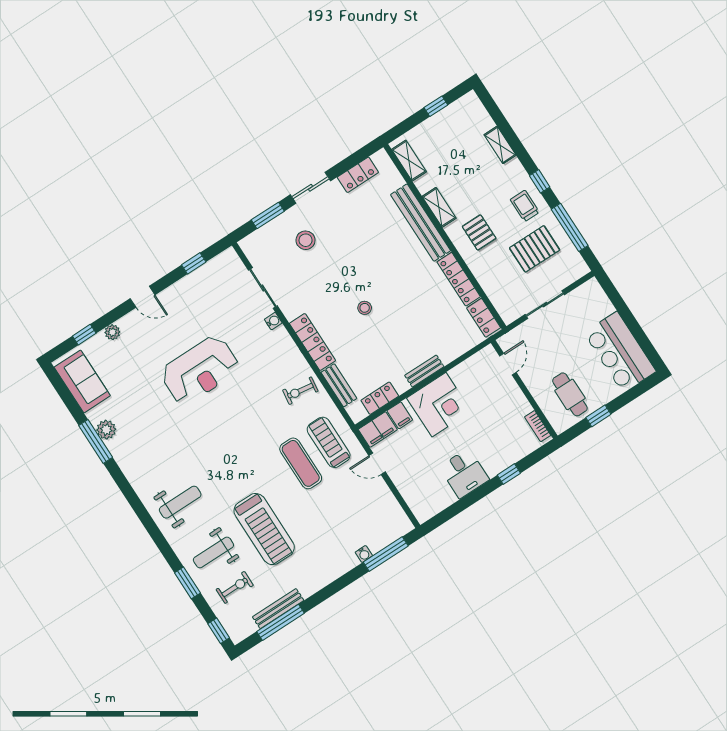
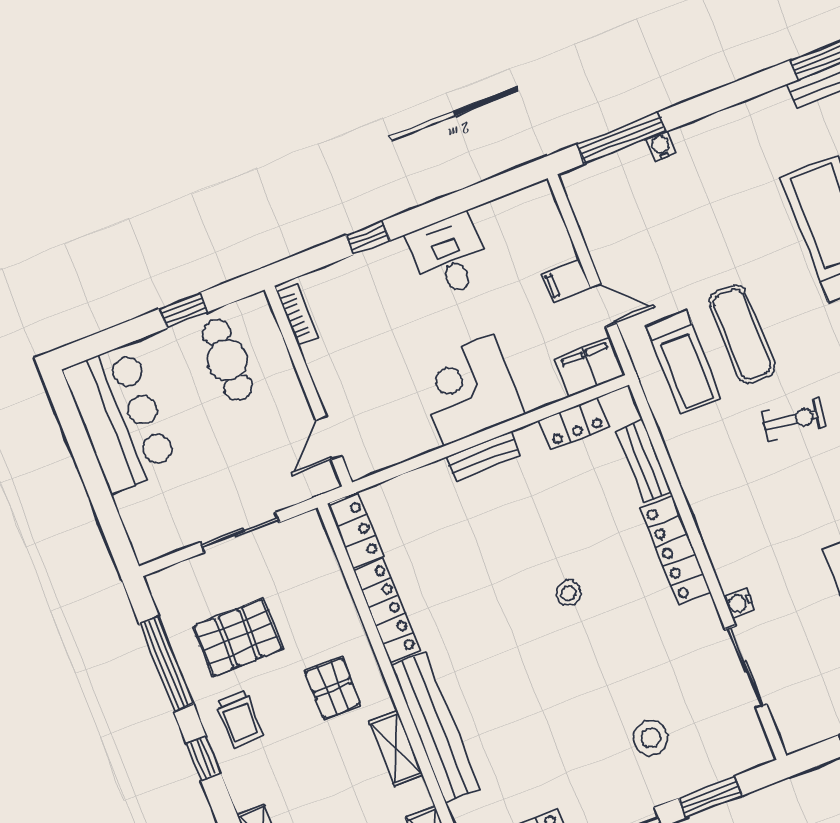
exercise bike: (300, 391) -> (794, 419), moved
filing cabinet: (400, 415) -> (566, 281), moved, turned -90

